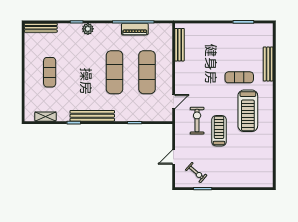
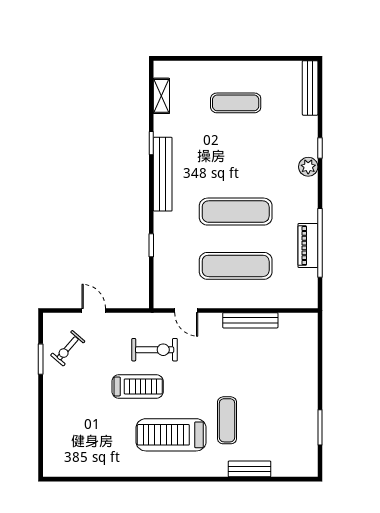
bench: (179, 45) -> (250, 320), moved
bench: (268, 64) -> (249, 469), width x0.73

